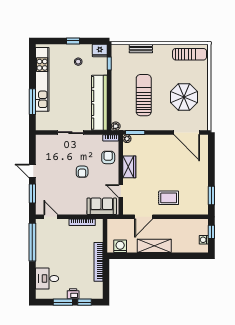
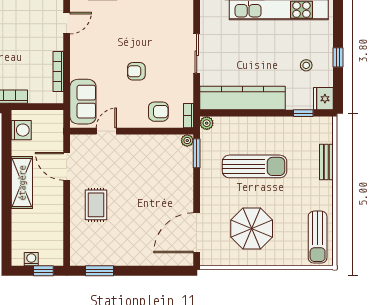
wardrobe: (129, 167) -> (144, 144), removed

